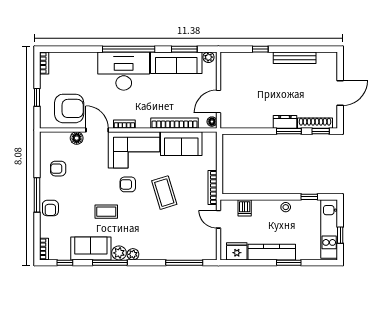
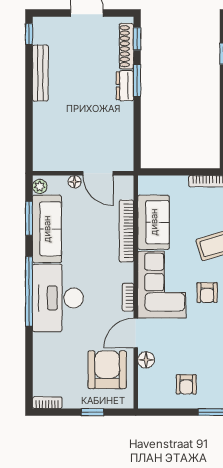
window: (260, 49) -> (29, 34), moved
floor lamp: (212, 122) -> (75, 182), moved

